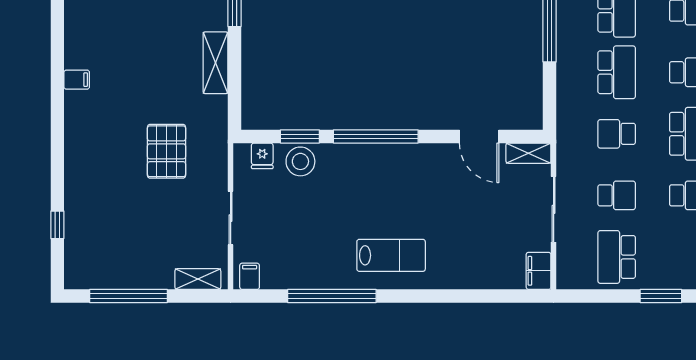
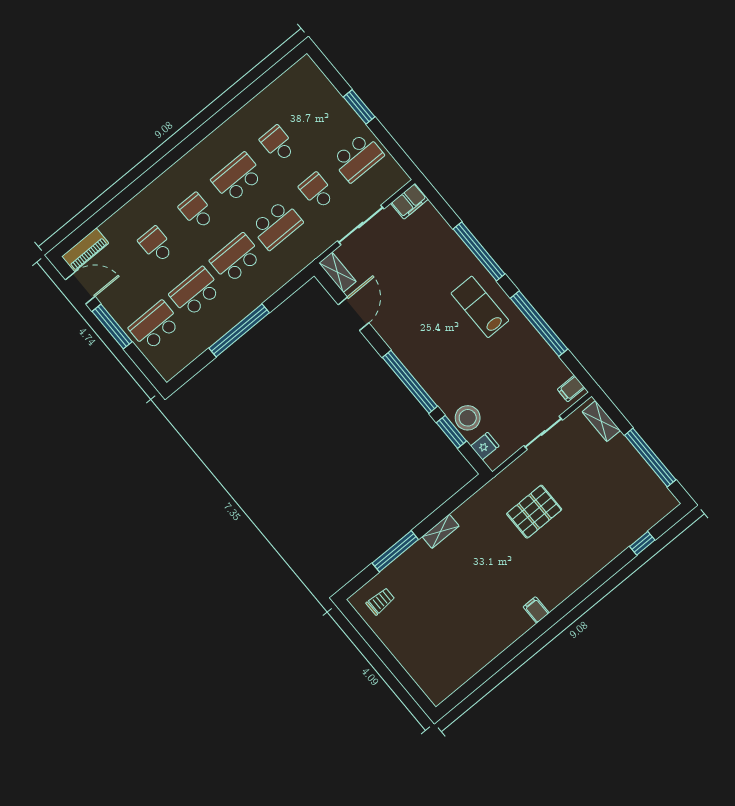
shelving: (215, 63) -> (441, 531), width x0.67, depth x0.75
school desk: (617, 134) -> (277, 225), width x1.85
window: (441, 296) -> (479, 251), added

